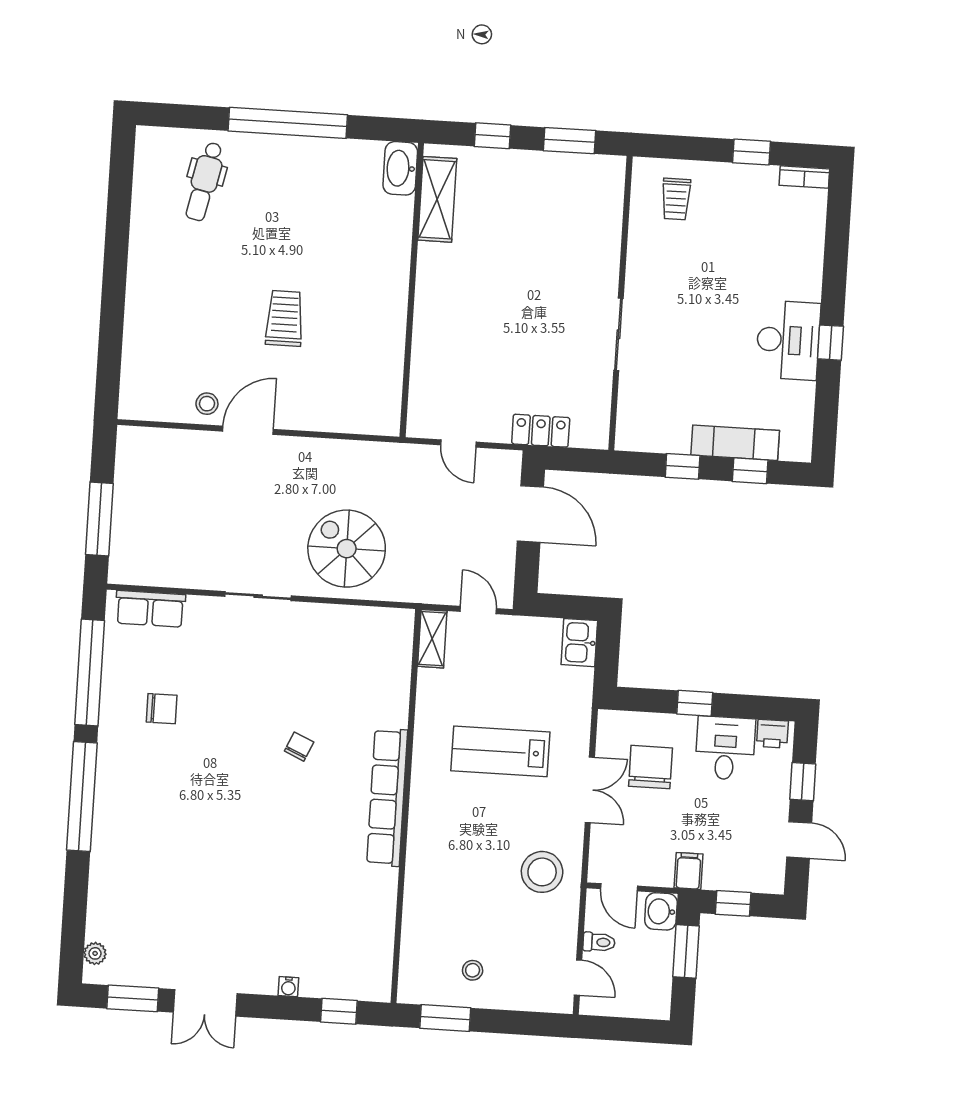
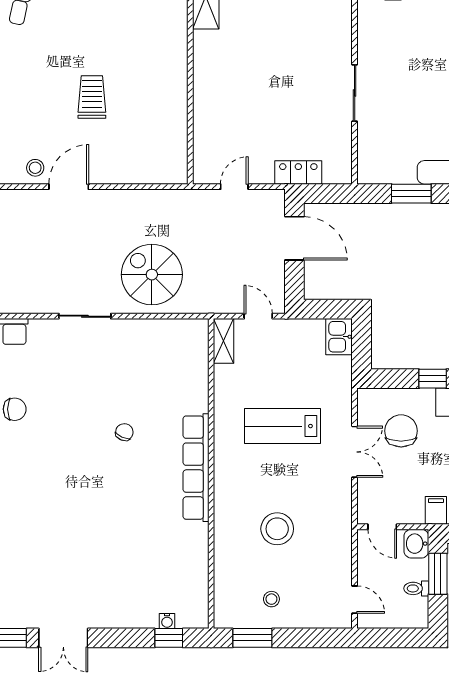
door: (458, 443) -> (234, 187), swing flipped
window: (683, 466) -> (411, 194), width x1.50
stool: (542, 872) -> (277, 529), moved
toilet: (599, 942) -> (416, 588), moved, turned 180
water cooler: (288, 987) -> (167, 621), moved

